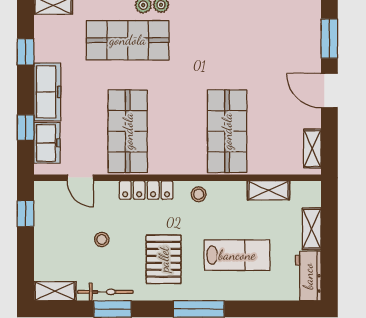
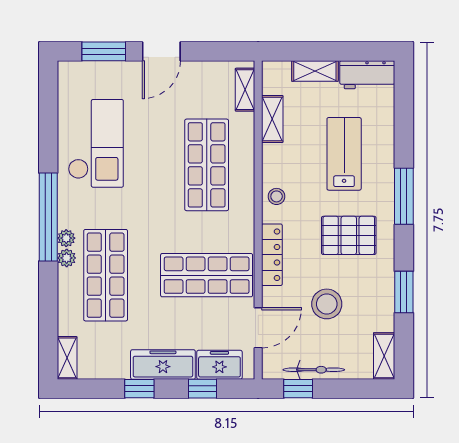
checkout: (246, 31) -> (96, 143), added
window: (25, 52) -> (139, 389), moved
shop shelf: (227, 131) -> (207, 165), turned 90
shelving: (312, 149) -> (245, 90), moved, turned 90
door: (80, 178) -> (258, 328), width x1.38
stool: (102, 239) -> (327, 304), width x1.89, depth x1.89
bicycle: (105, 292) -> (314, 370), moved, turned 90

